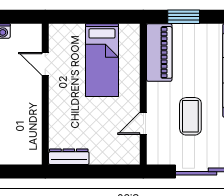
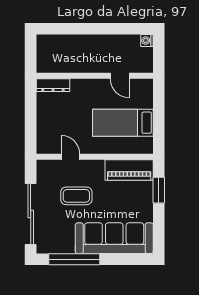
door: (45, 64) -> (120, 76), swing flipped
dresser: (69, 157) -> (53, 85), moved, turned 90

